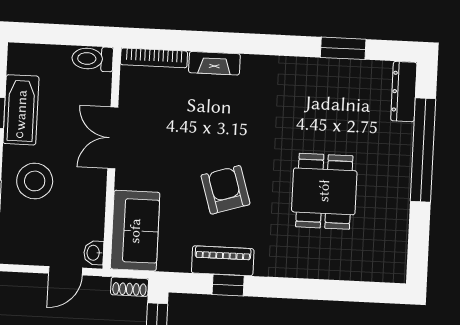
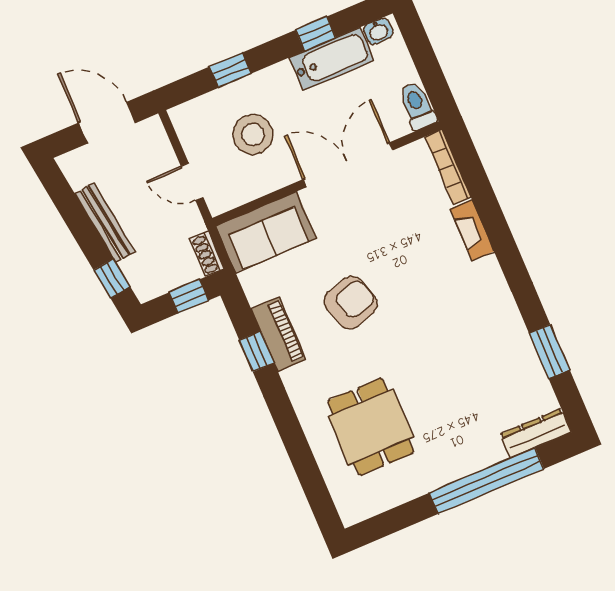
double door: (113, 138) -> (348, 165), width x1.37
stool: (35, 181) -> (253, 134), moved
dining table: (324, 191) -> (371, 427), moved, turned 90
washbasin: (94, 253) -> (378, 31), moved, turned 180

